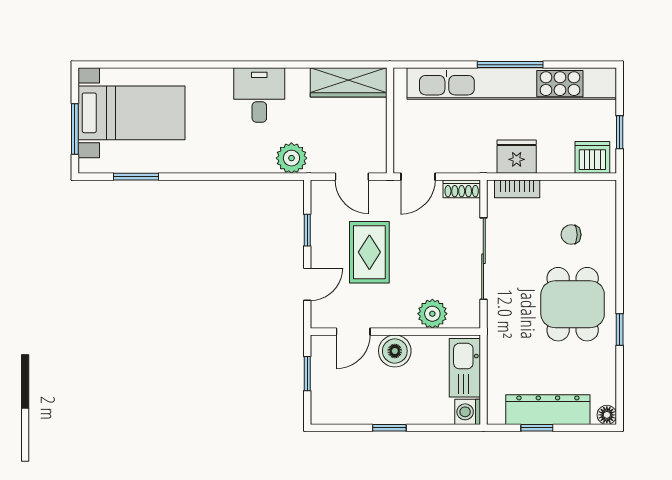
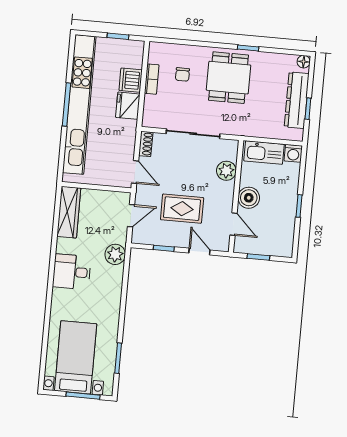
dishwasher: (592, 157) -> (131, 80), moved
bookcase: (517, 189) -> (152, 79), moved
dining table: (573, 304) -> (229, 78), turned 90

